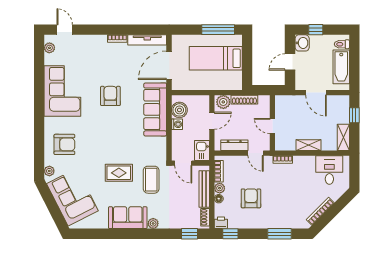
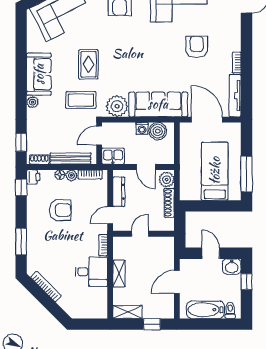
armchair: (110, 96) -> (197, 47), moved, turned -90
plant: (157, 147) -> (117, 106), added
desk: (329, 170) -> (91, 272), moved

